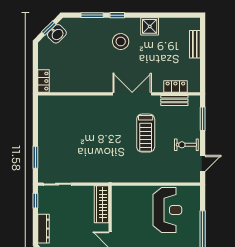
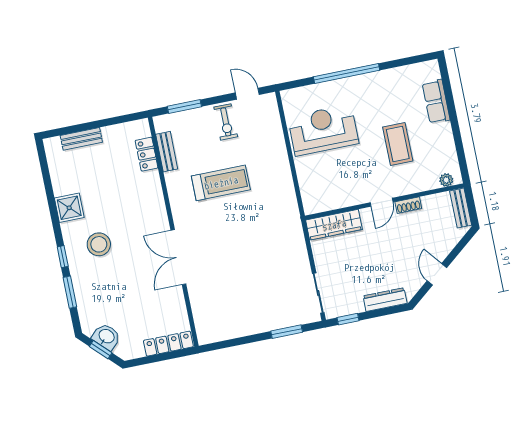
locker: (44, 81) -> (168, 344), width x1.53
double door: (132, 94) -> (178, 257), moved

